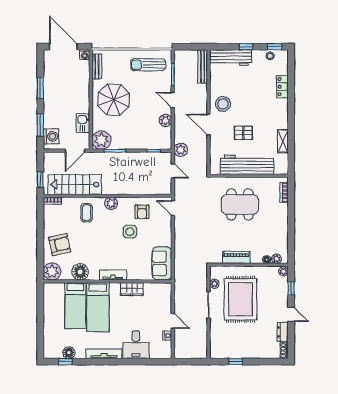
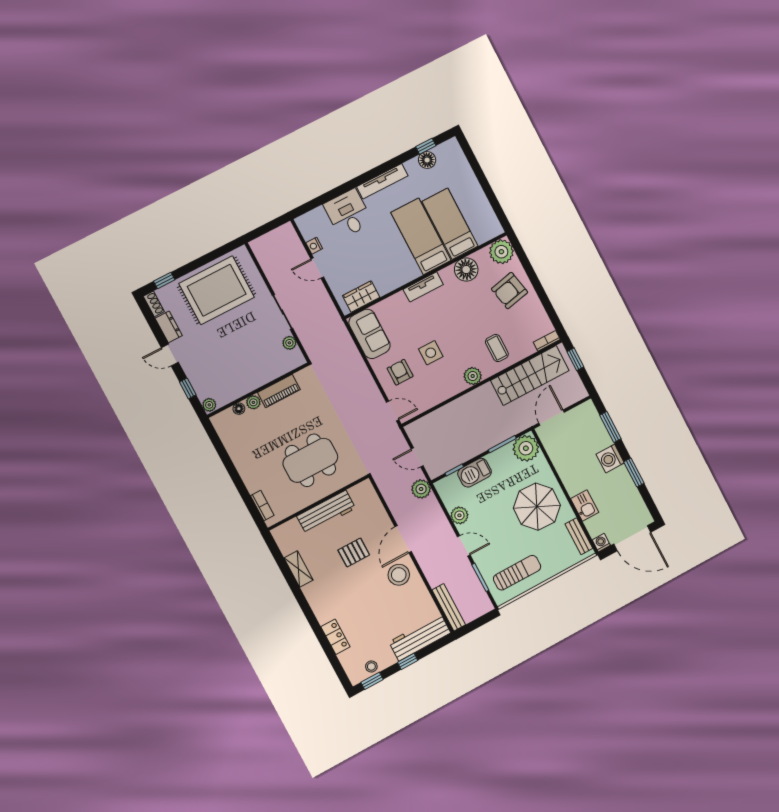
kitchen sink: (83, 123) -> (585, 505), moved
door: (208, 125) -> (403, 539), swing flipped
washing machine: (51, 136) -> (610, 459), moved
barbecue: (142, 142) -> (475, 473), added
workbench: (247, 165) -> (326, 512), width x0.73, depth x0.76
armchair: (142, 212) -> (400, 372), moved
plant: (276, 259) -> (253, 402), moved
wardrobe: (132, 289) -> (361, 297), moved
rug: (241, 299) -> (217, 290), moved, turned 90
window: (236, 362) -> (164, 280), moved

